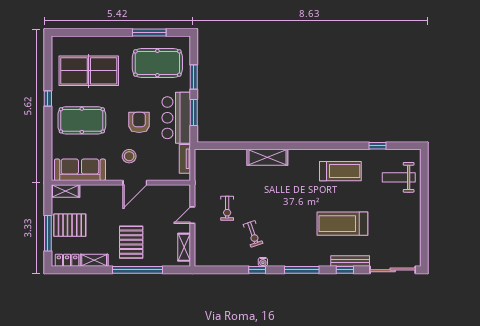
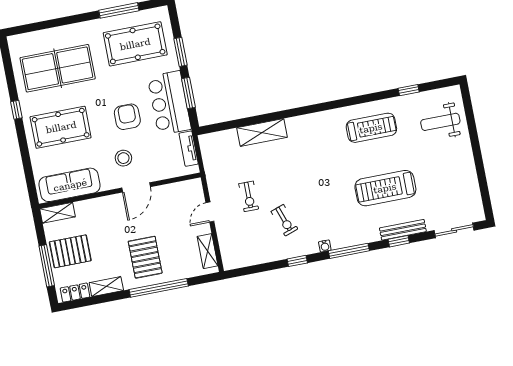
shelving: (267, 157) -> (262, 132), moved
water cooler: (263, 262) -> (325, 246), moved
sliding door: (393, 270) -> (454, 230), width x0.73

